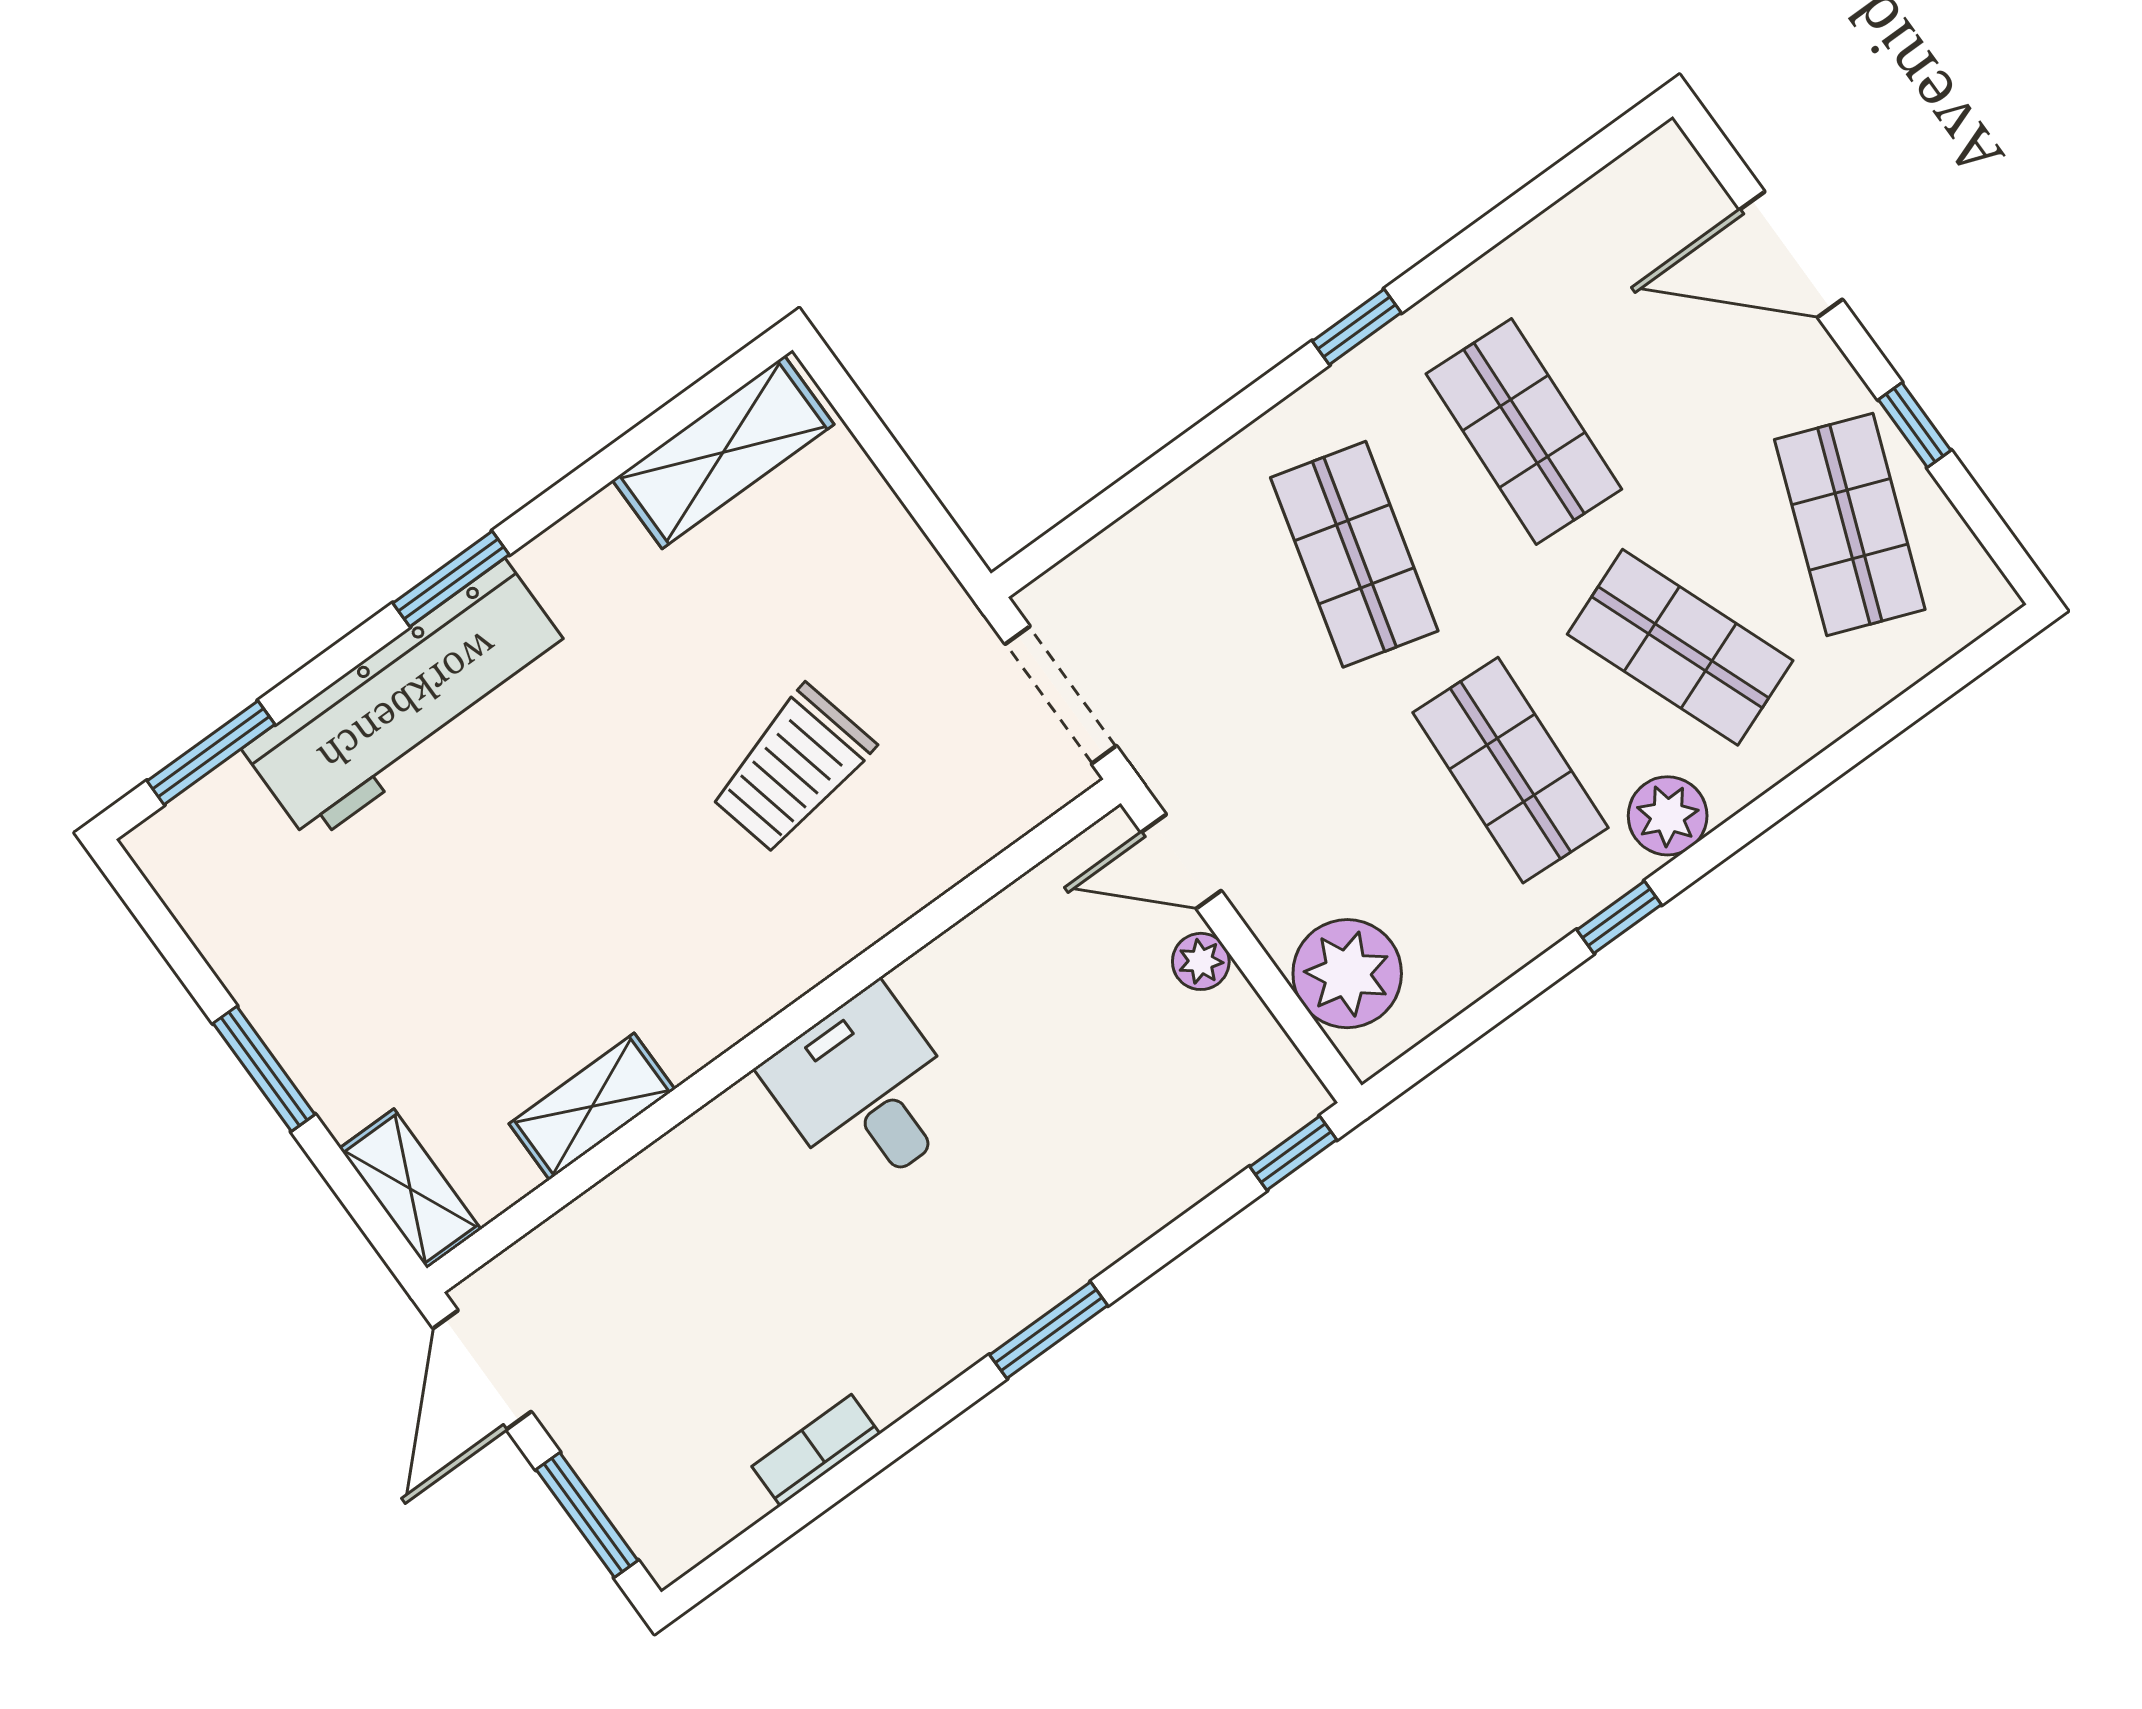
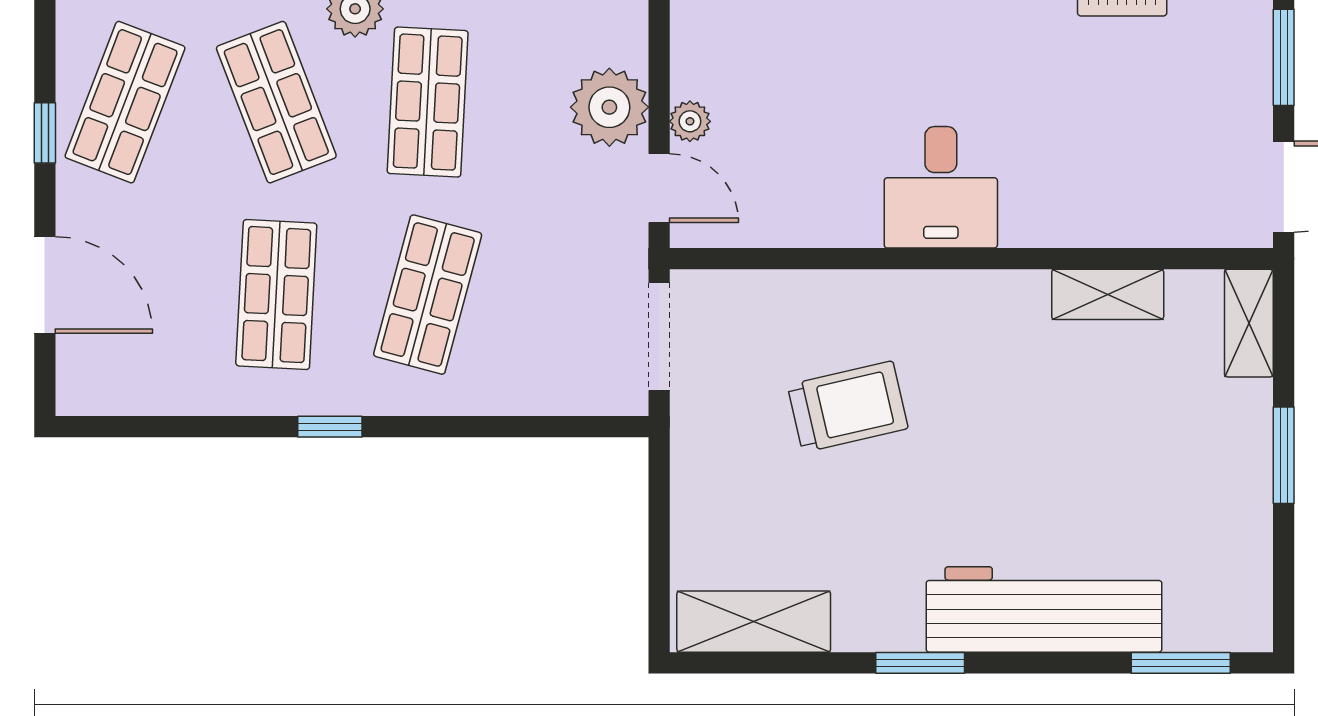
window: (451, 579) -> (920, 663), moved
plant: (1347, 974) -> (609, 107), moved

